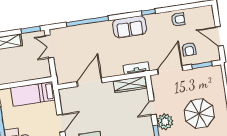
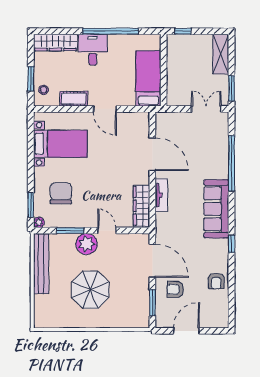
sofa: (130, 27) -> (216, 209), width x1.36
tv unit: (136, 68) -> (161, 195), moved

